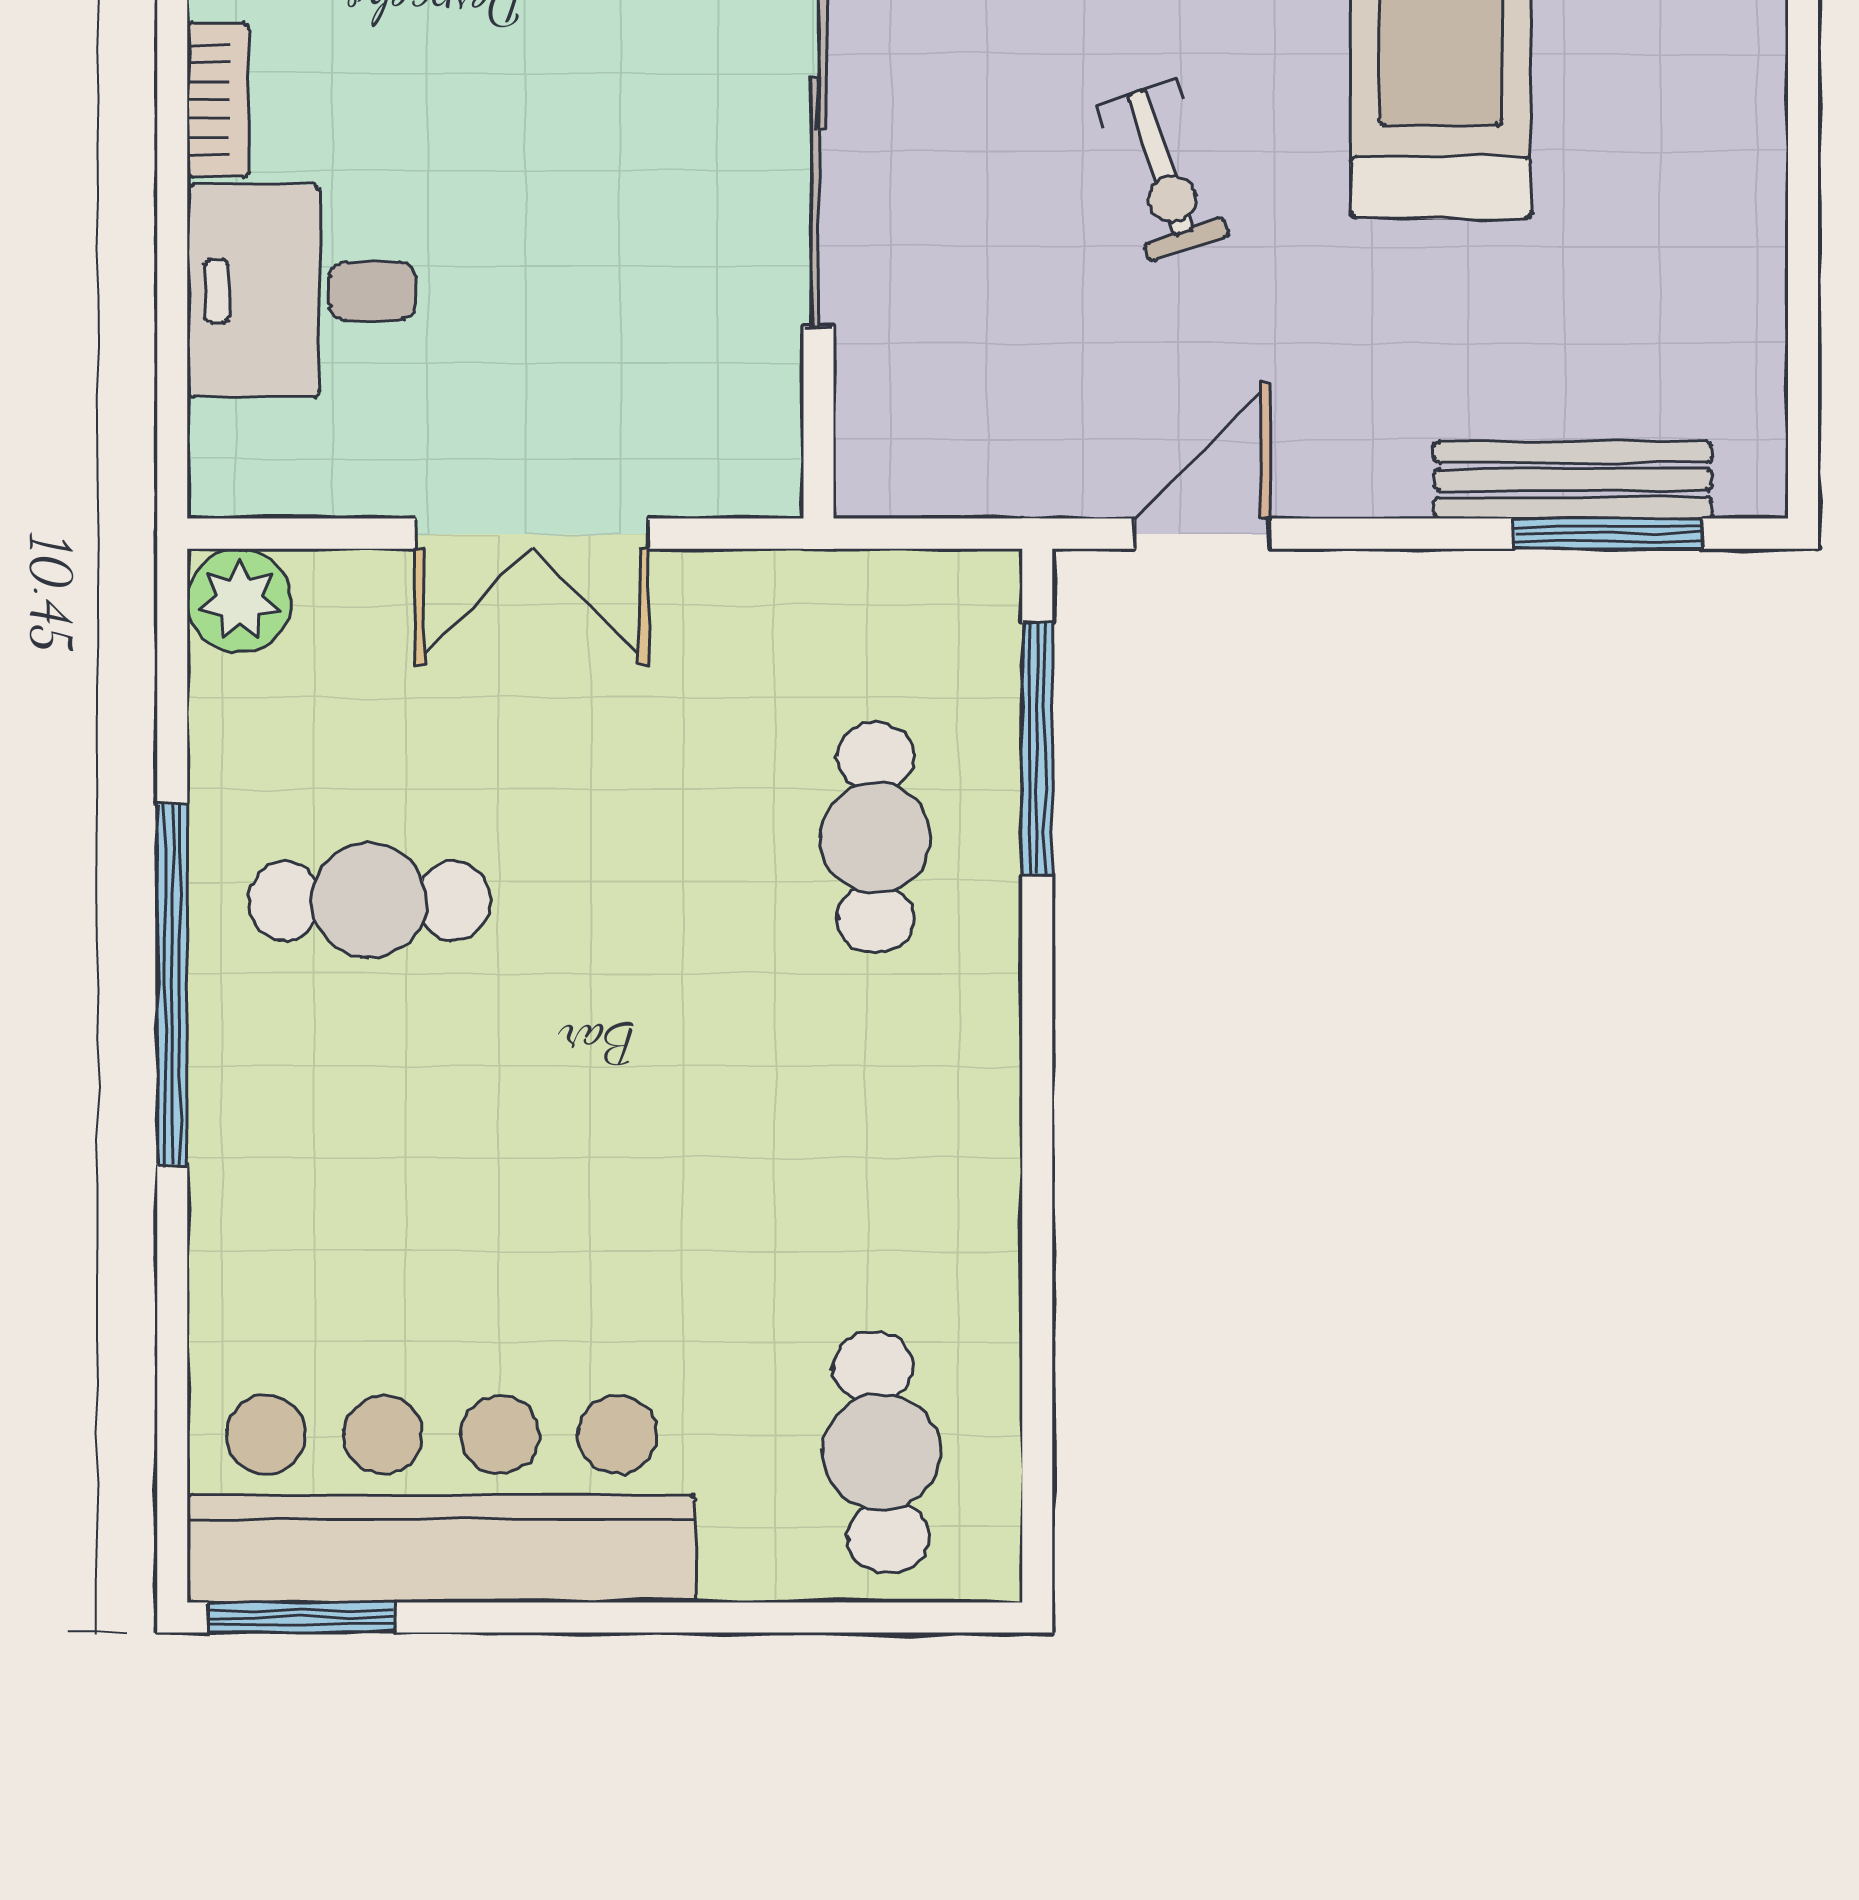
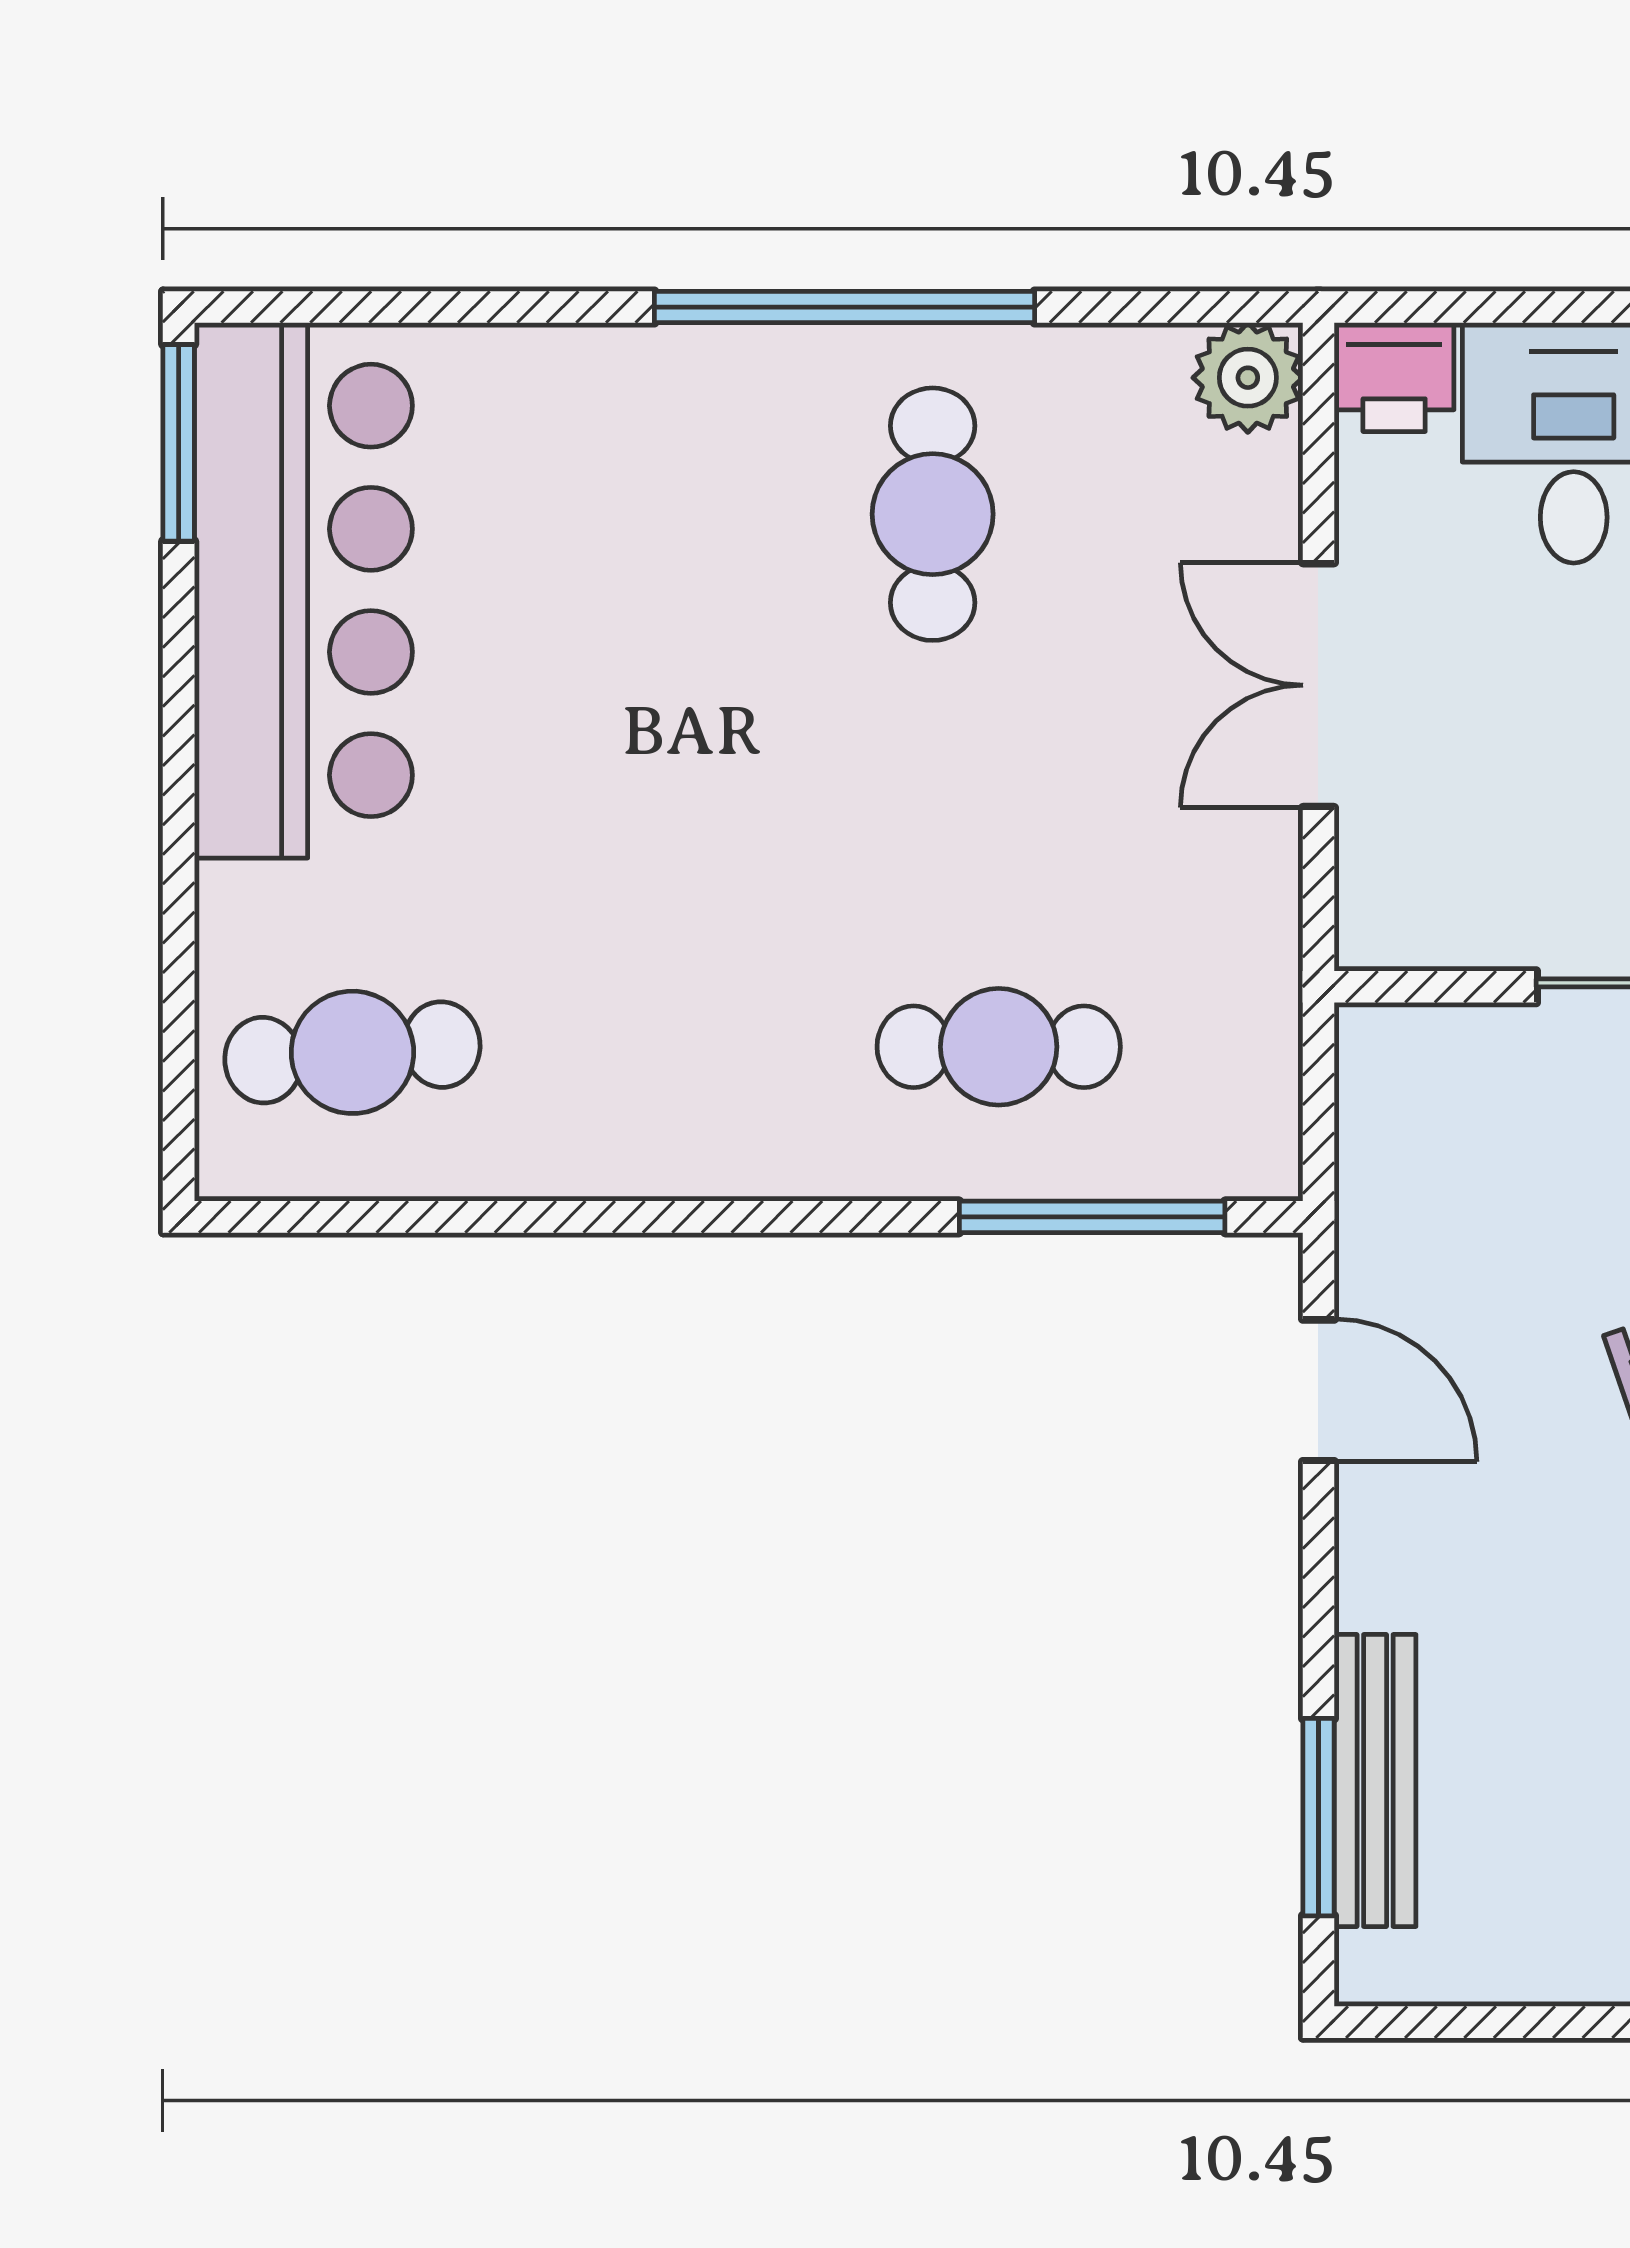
printer: (239, 462) -> (1394, 377), added

